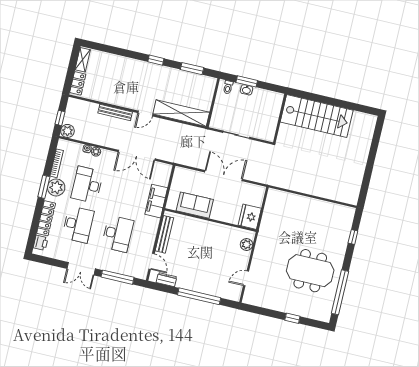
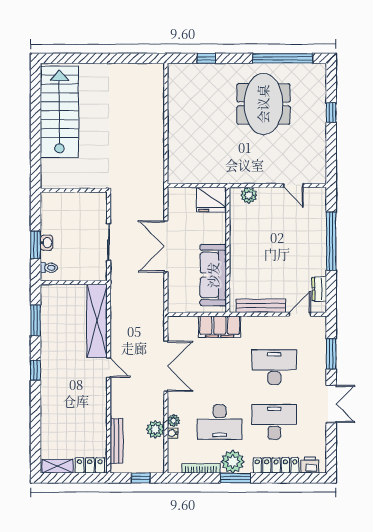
bench: (115, 112) -> (117, 441), moved
stairs: (317, 116) -> (59, 112), moved
plant: (67, 131) -> (155, 429), moved
sofa: (195, 205) -> (213, 275), width x1.36
window: (118, 277) -> (331, 354), width x0.69

